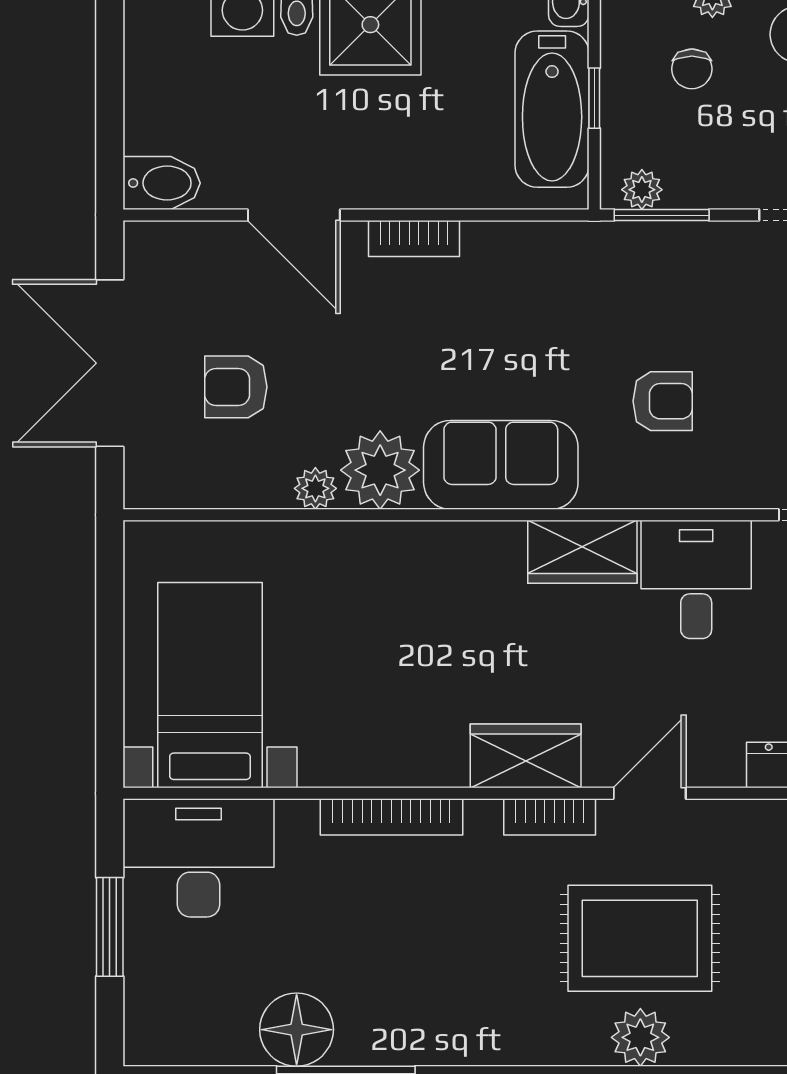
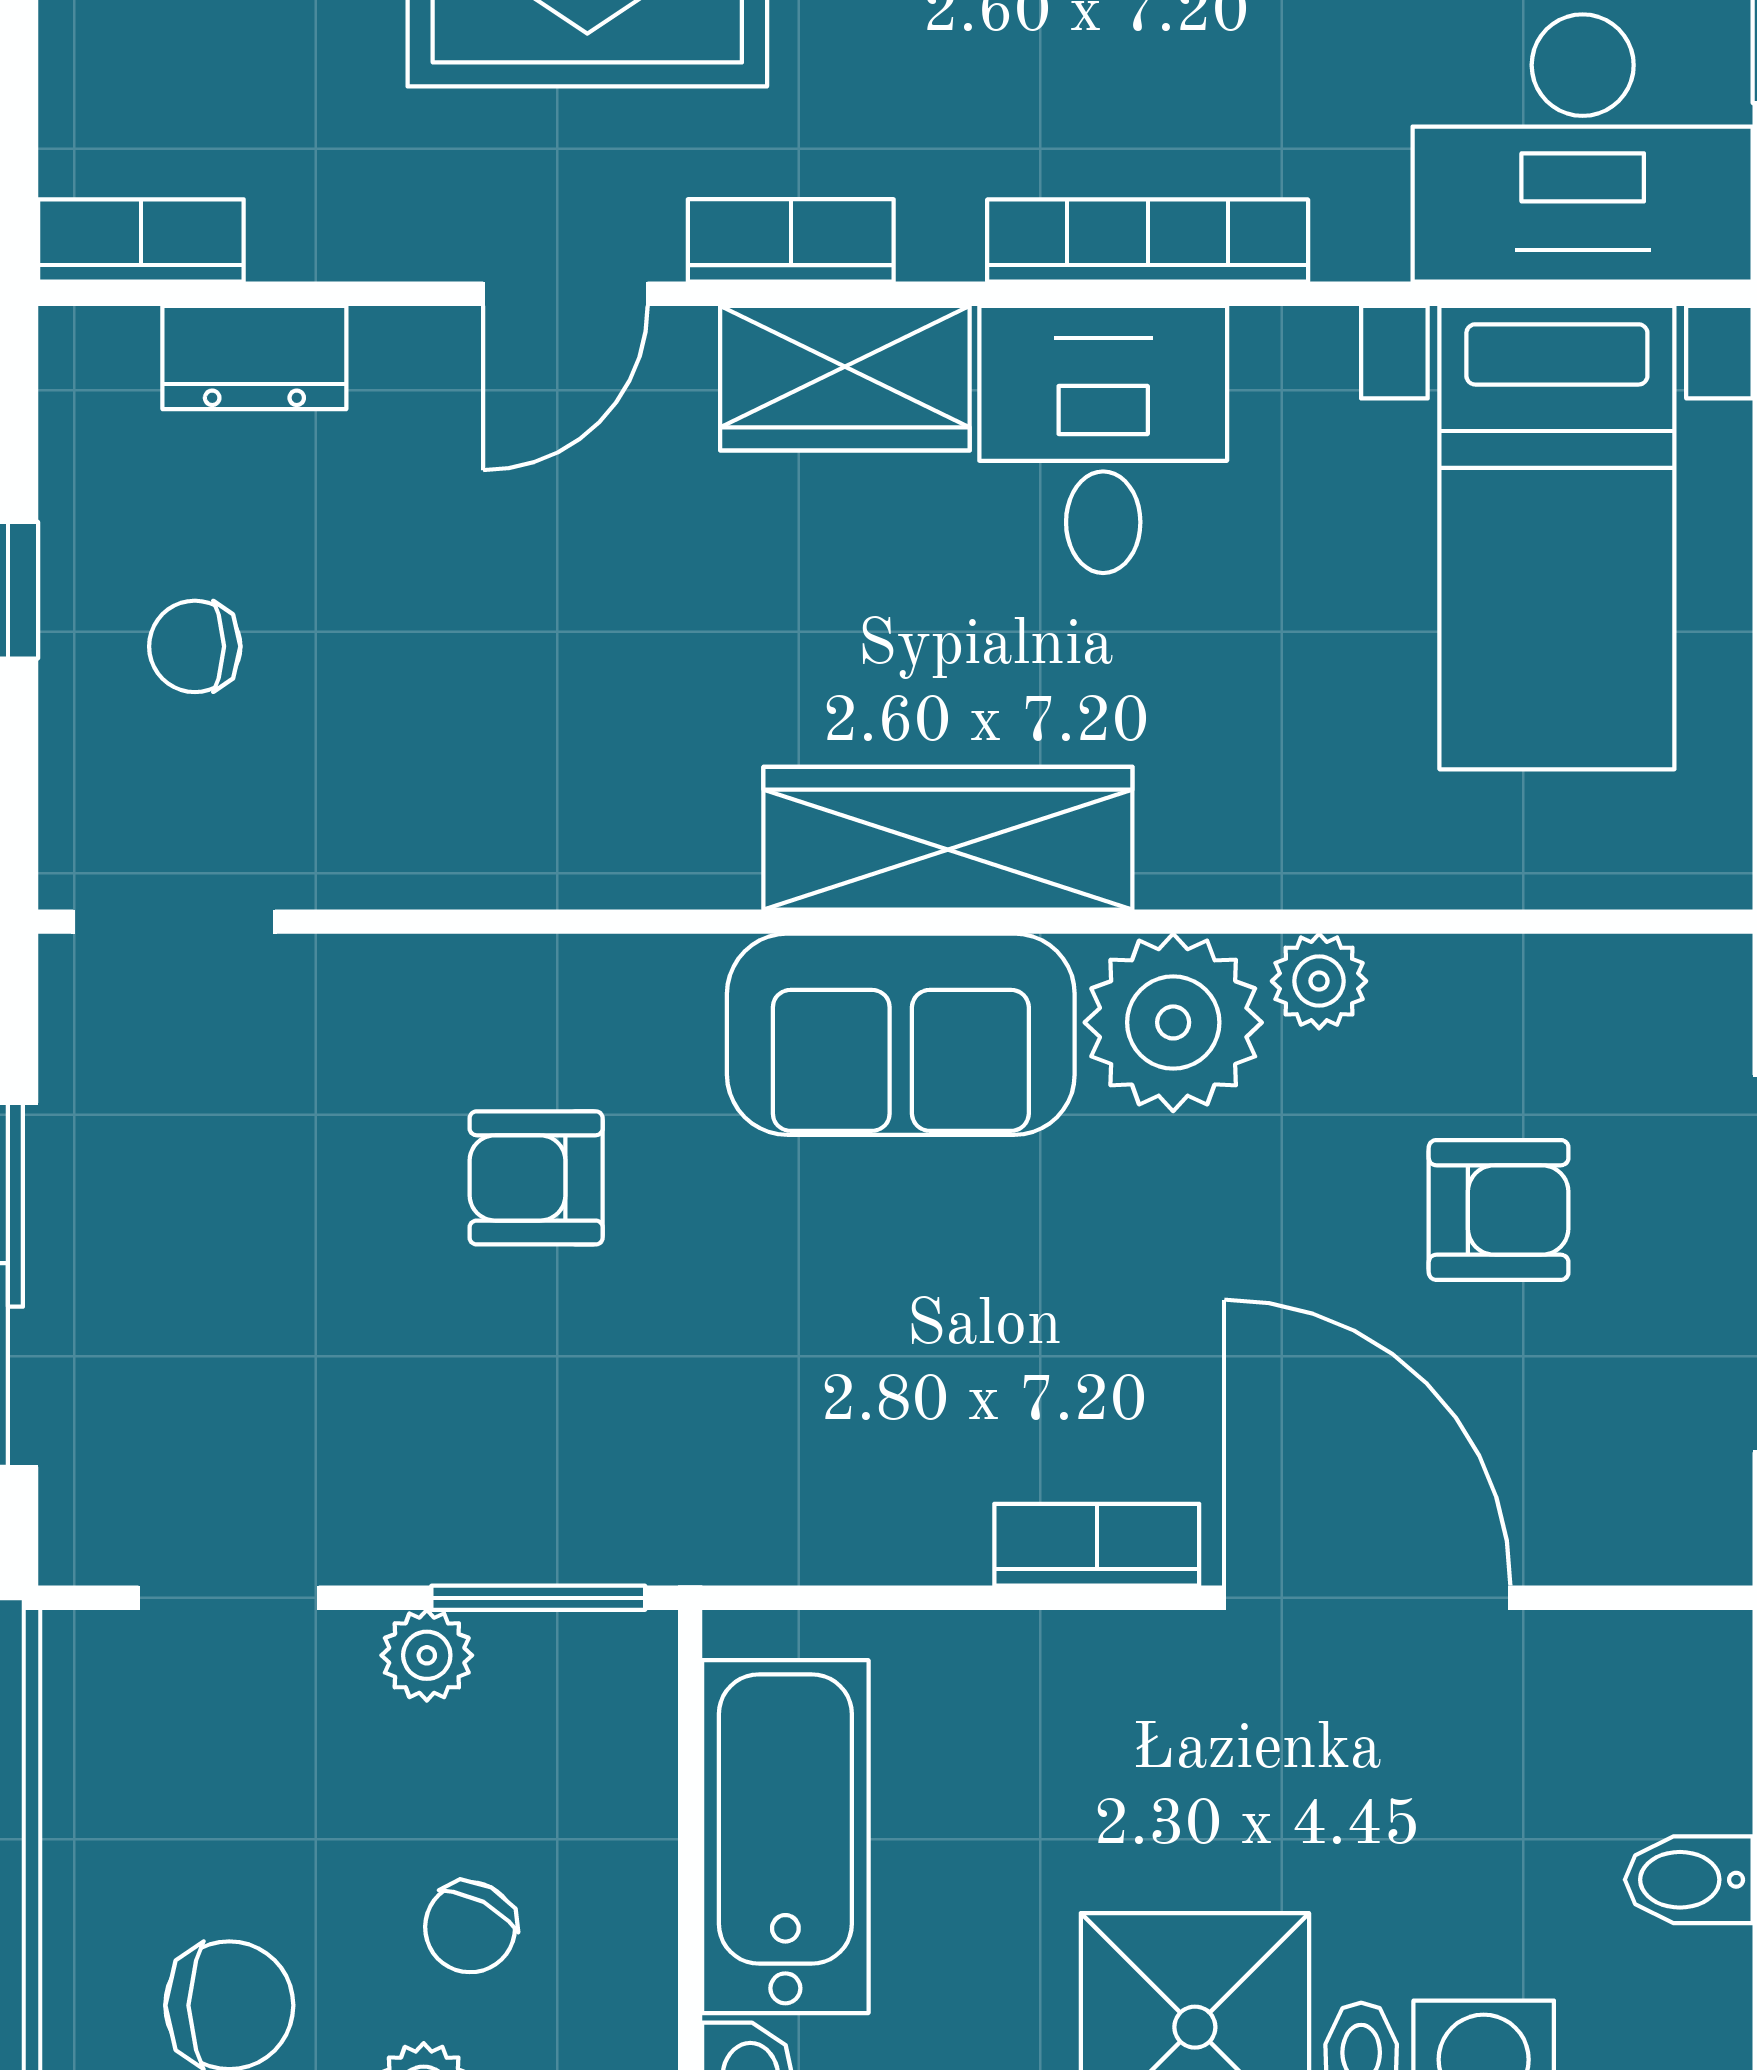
chair: (692, 69) -> (470, 1927), turned -152
window: (594, 98) -> (690, 1861), removed
bidet: (162, 183) -> (1689, 1880), moved, width x0.72, depth x0.74
plant: (642, 190) -> (427, 1655), moved
door: (294, 215) -> (1367, 1598), width x1.36
wardrobe: (582, 552) -> (948, 838), moved, width x1.50
desk: (696, 579) -> (1103, 439), moved, turned 180

